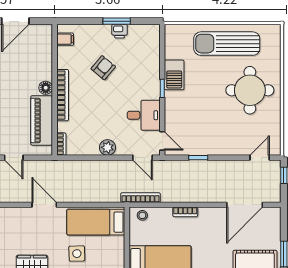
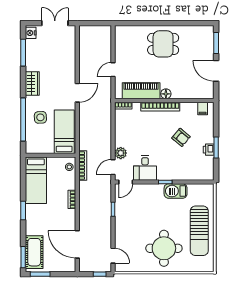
sun lounger: (227, 44) -> (199, 231), turned 180
plant: (107, 147) -> (121, 153), moved

